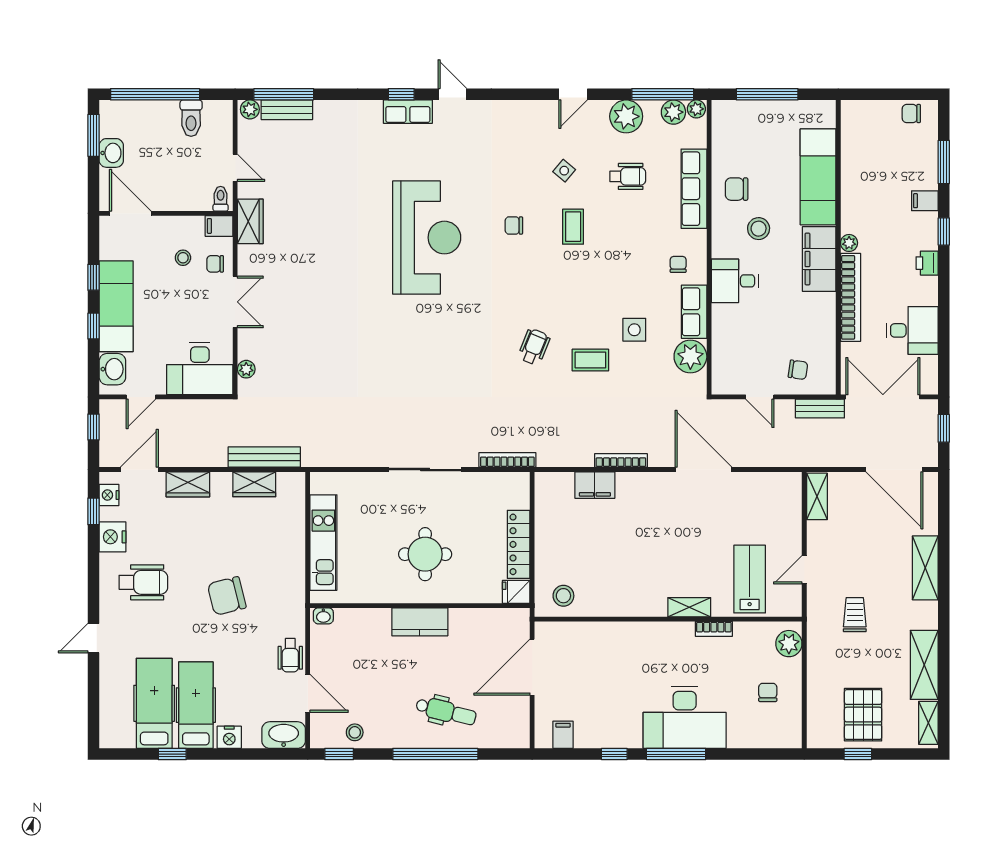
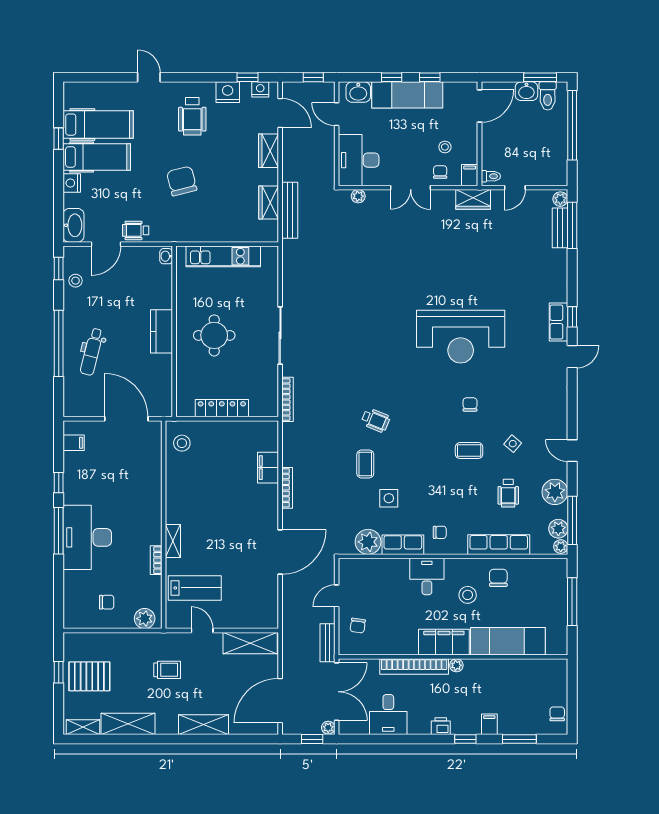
toilet: (191, 118) -> (548, 96), moved, turned -90
plant: (929, 408) -> (328, 728), added
shelving: (817, 496) -> (250, 643), width x1.50, depth x1.33
fridge: (516, 592) -> (185, 406), removed

